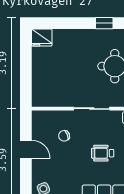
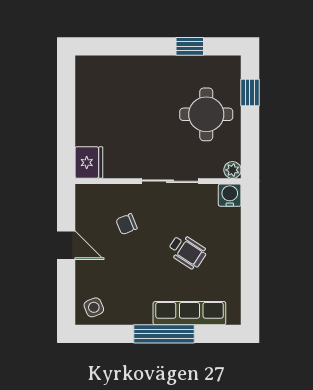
fridge: (42, 38) -> (89, 163), moved, turned -90
wheelchair: (103, 153) -> (187, 251), turned -147

